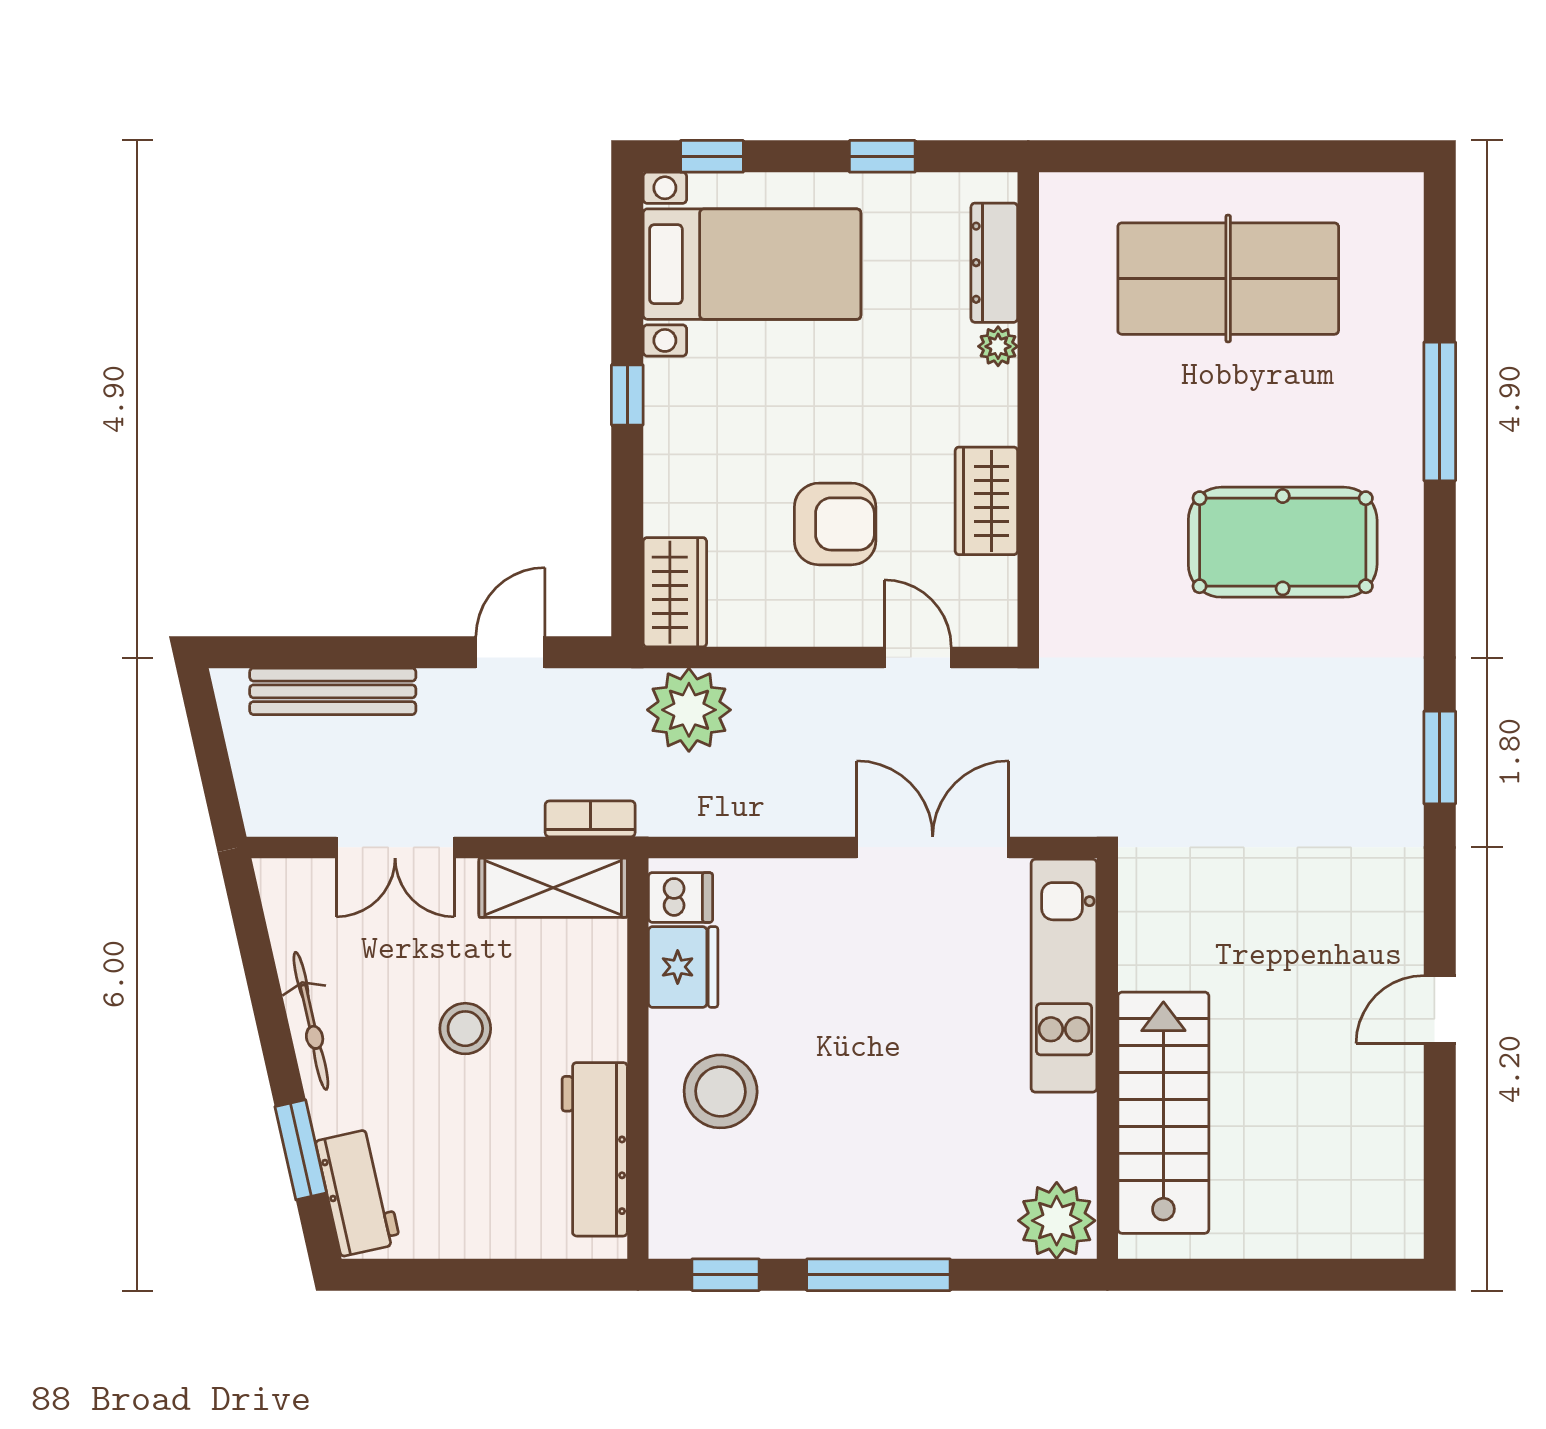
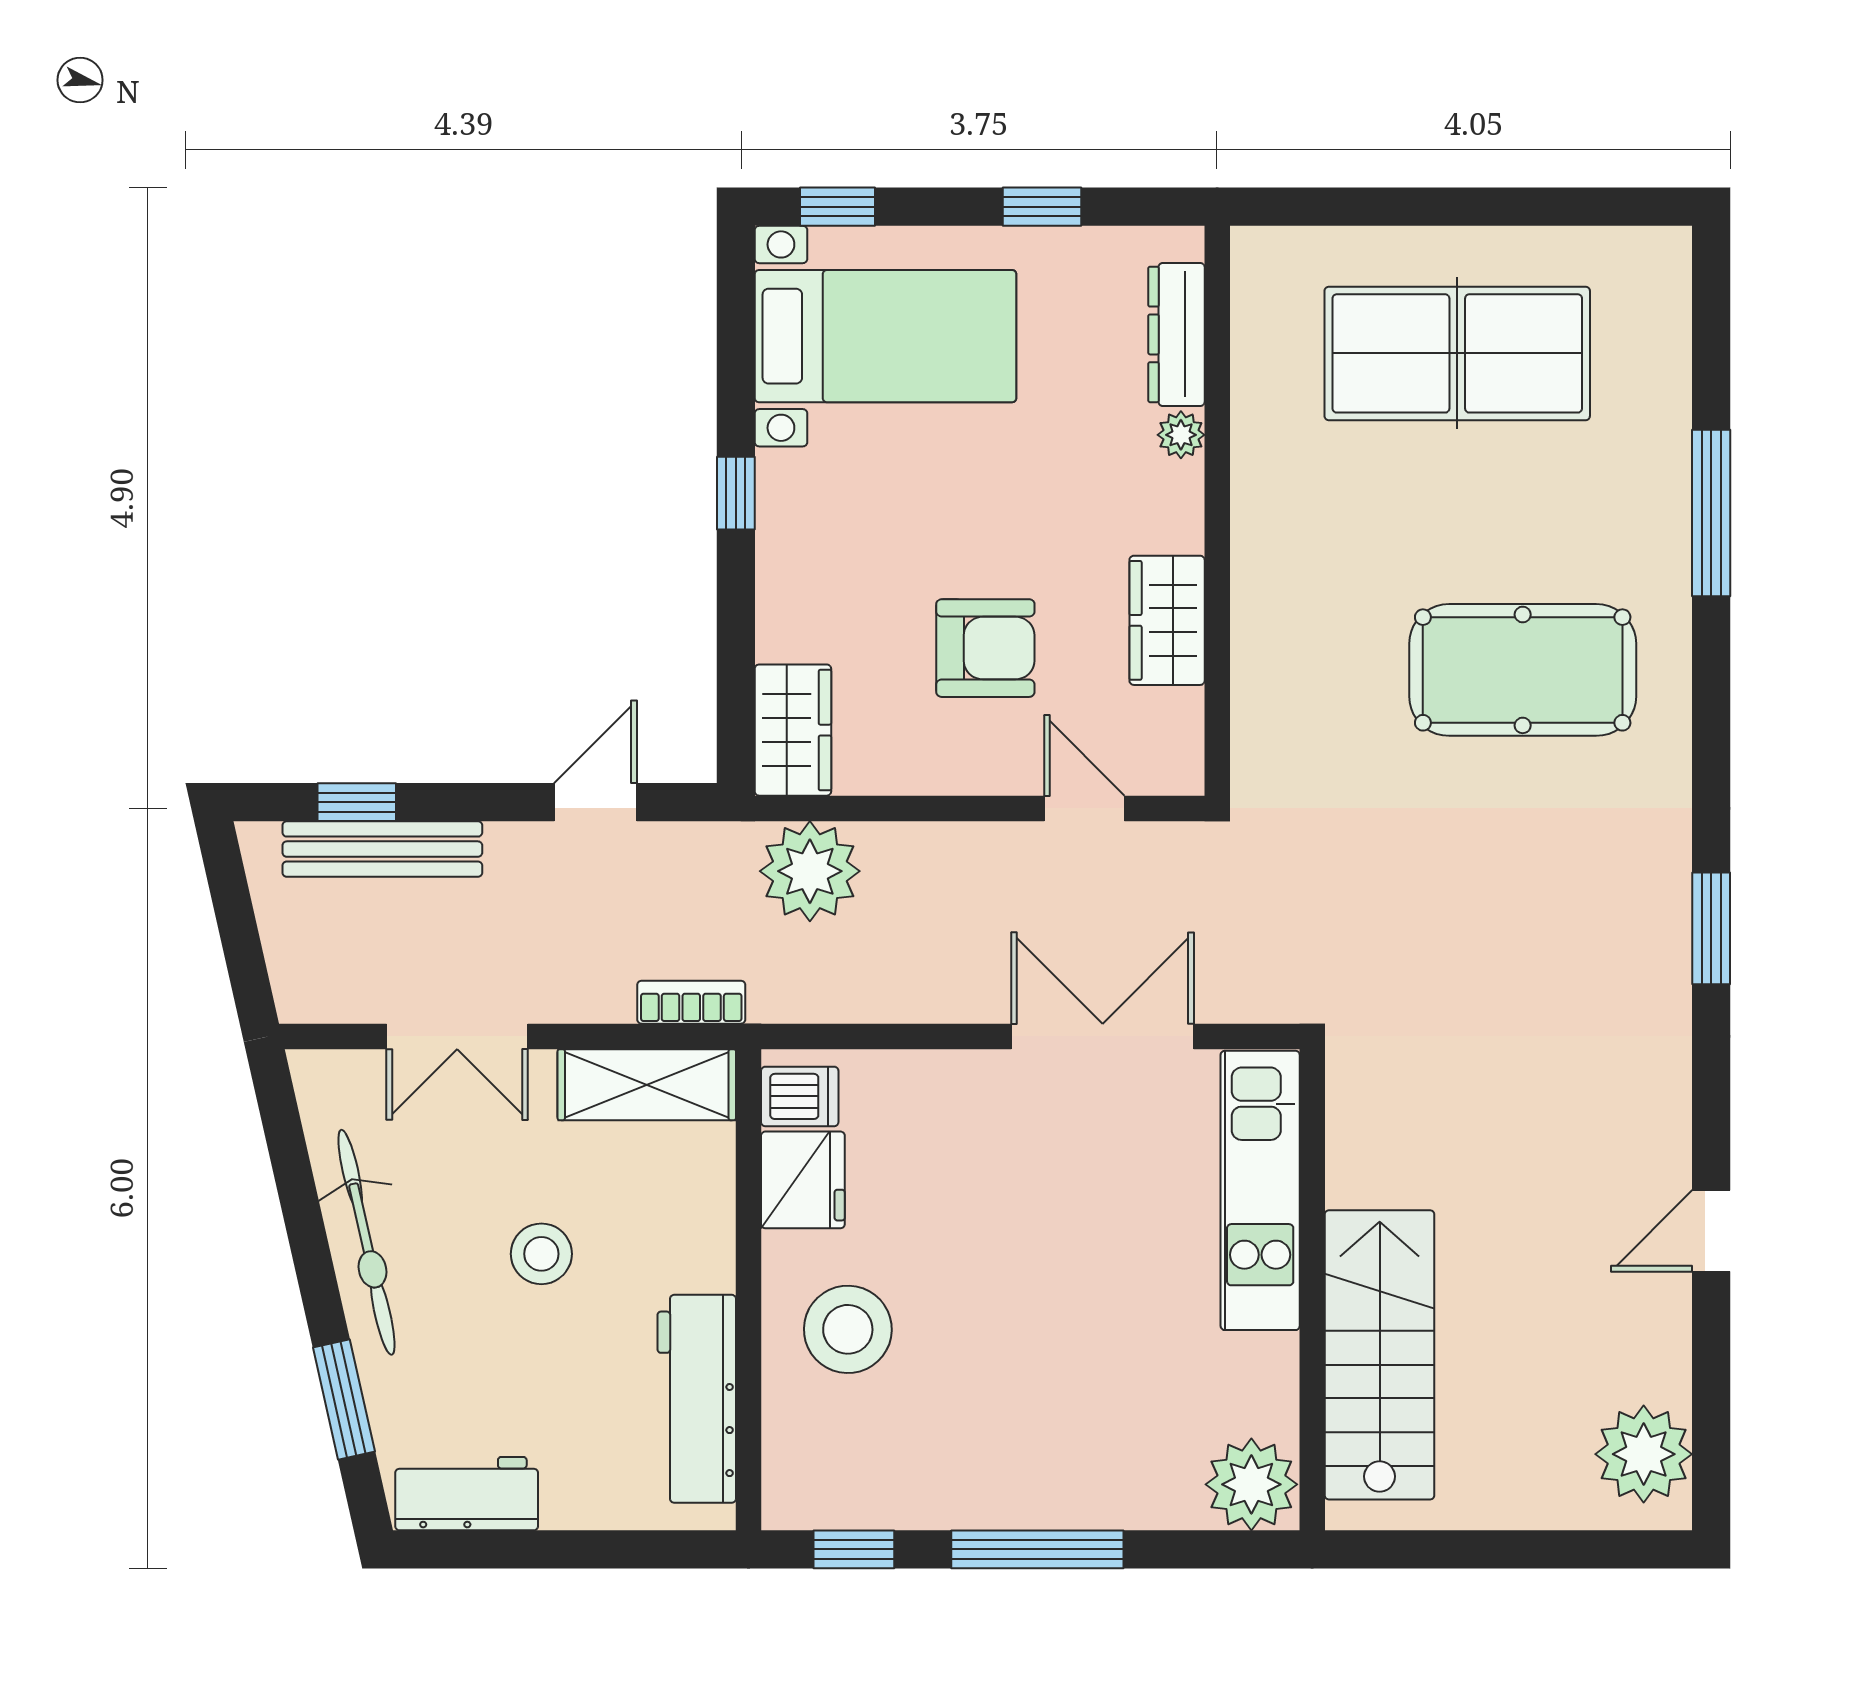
window: (312, 652) -> (357, 802), added
bicycle: (311, 1021) -> (366, 1242), width x1.37, depth x1.40
workbench: (358, 1192) -> (467, 1494), moved, turned -77
plant: (1383, 1195) -> (1644, 1454), added

